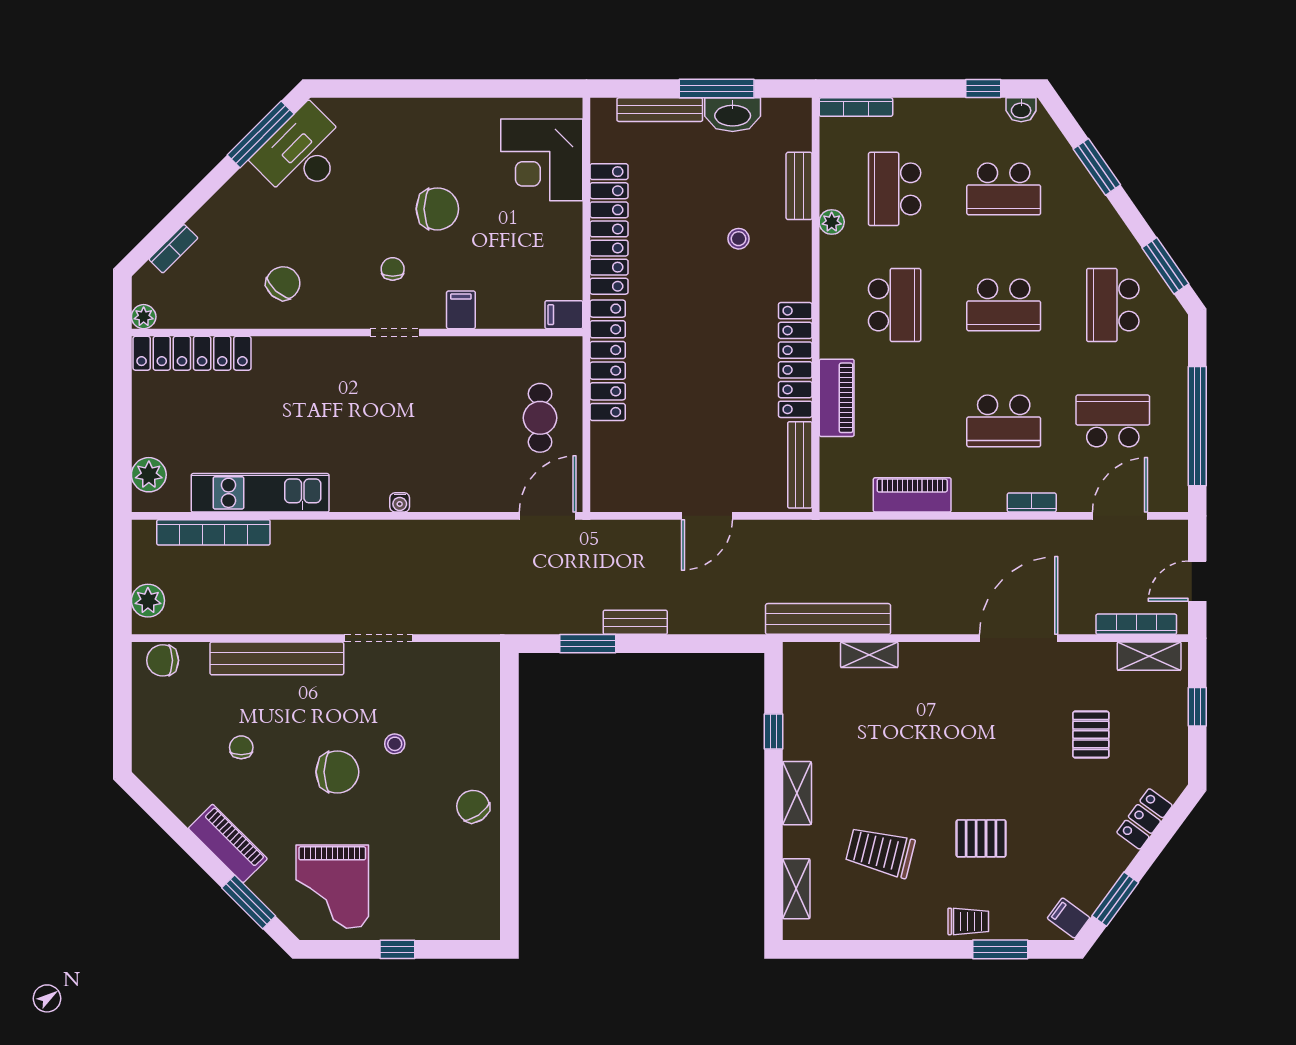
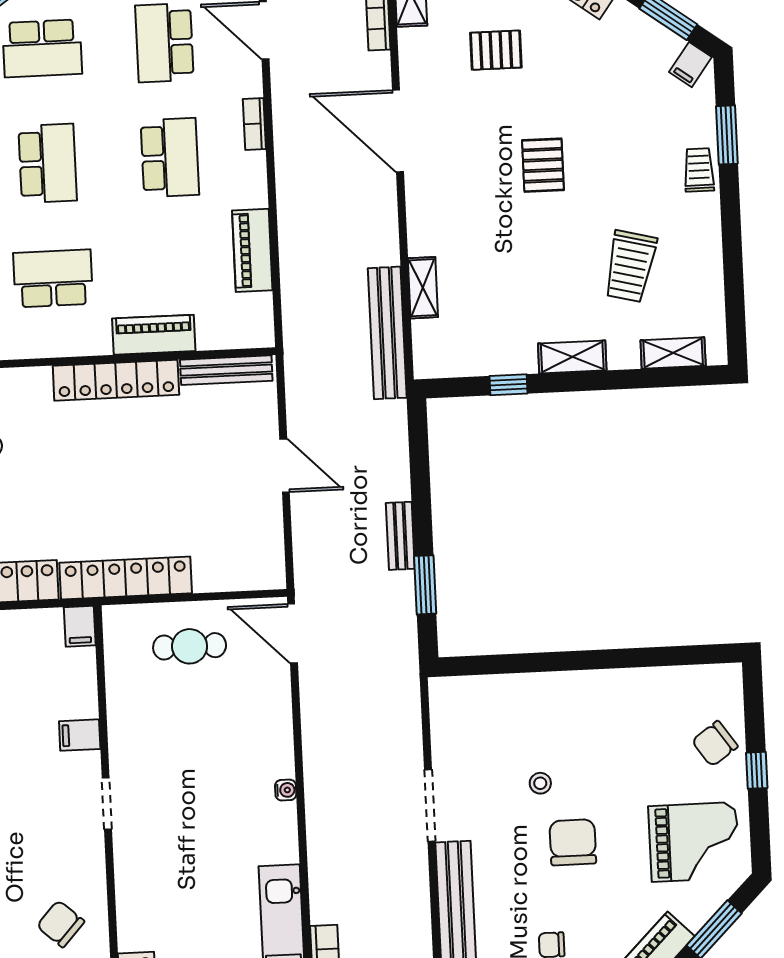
chair: (393, 269) -> (40, 809), removed
chair: (473, 806) -> (715, 744), moved
pallet: (981, 838) -> (543, 165), moved

